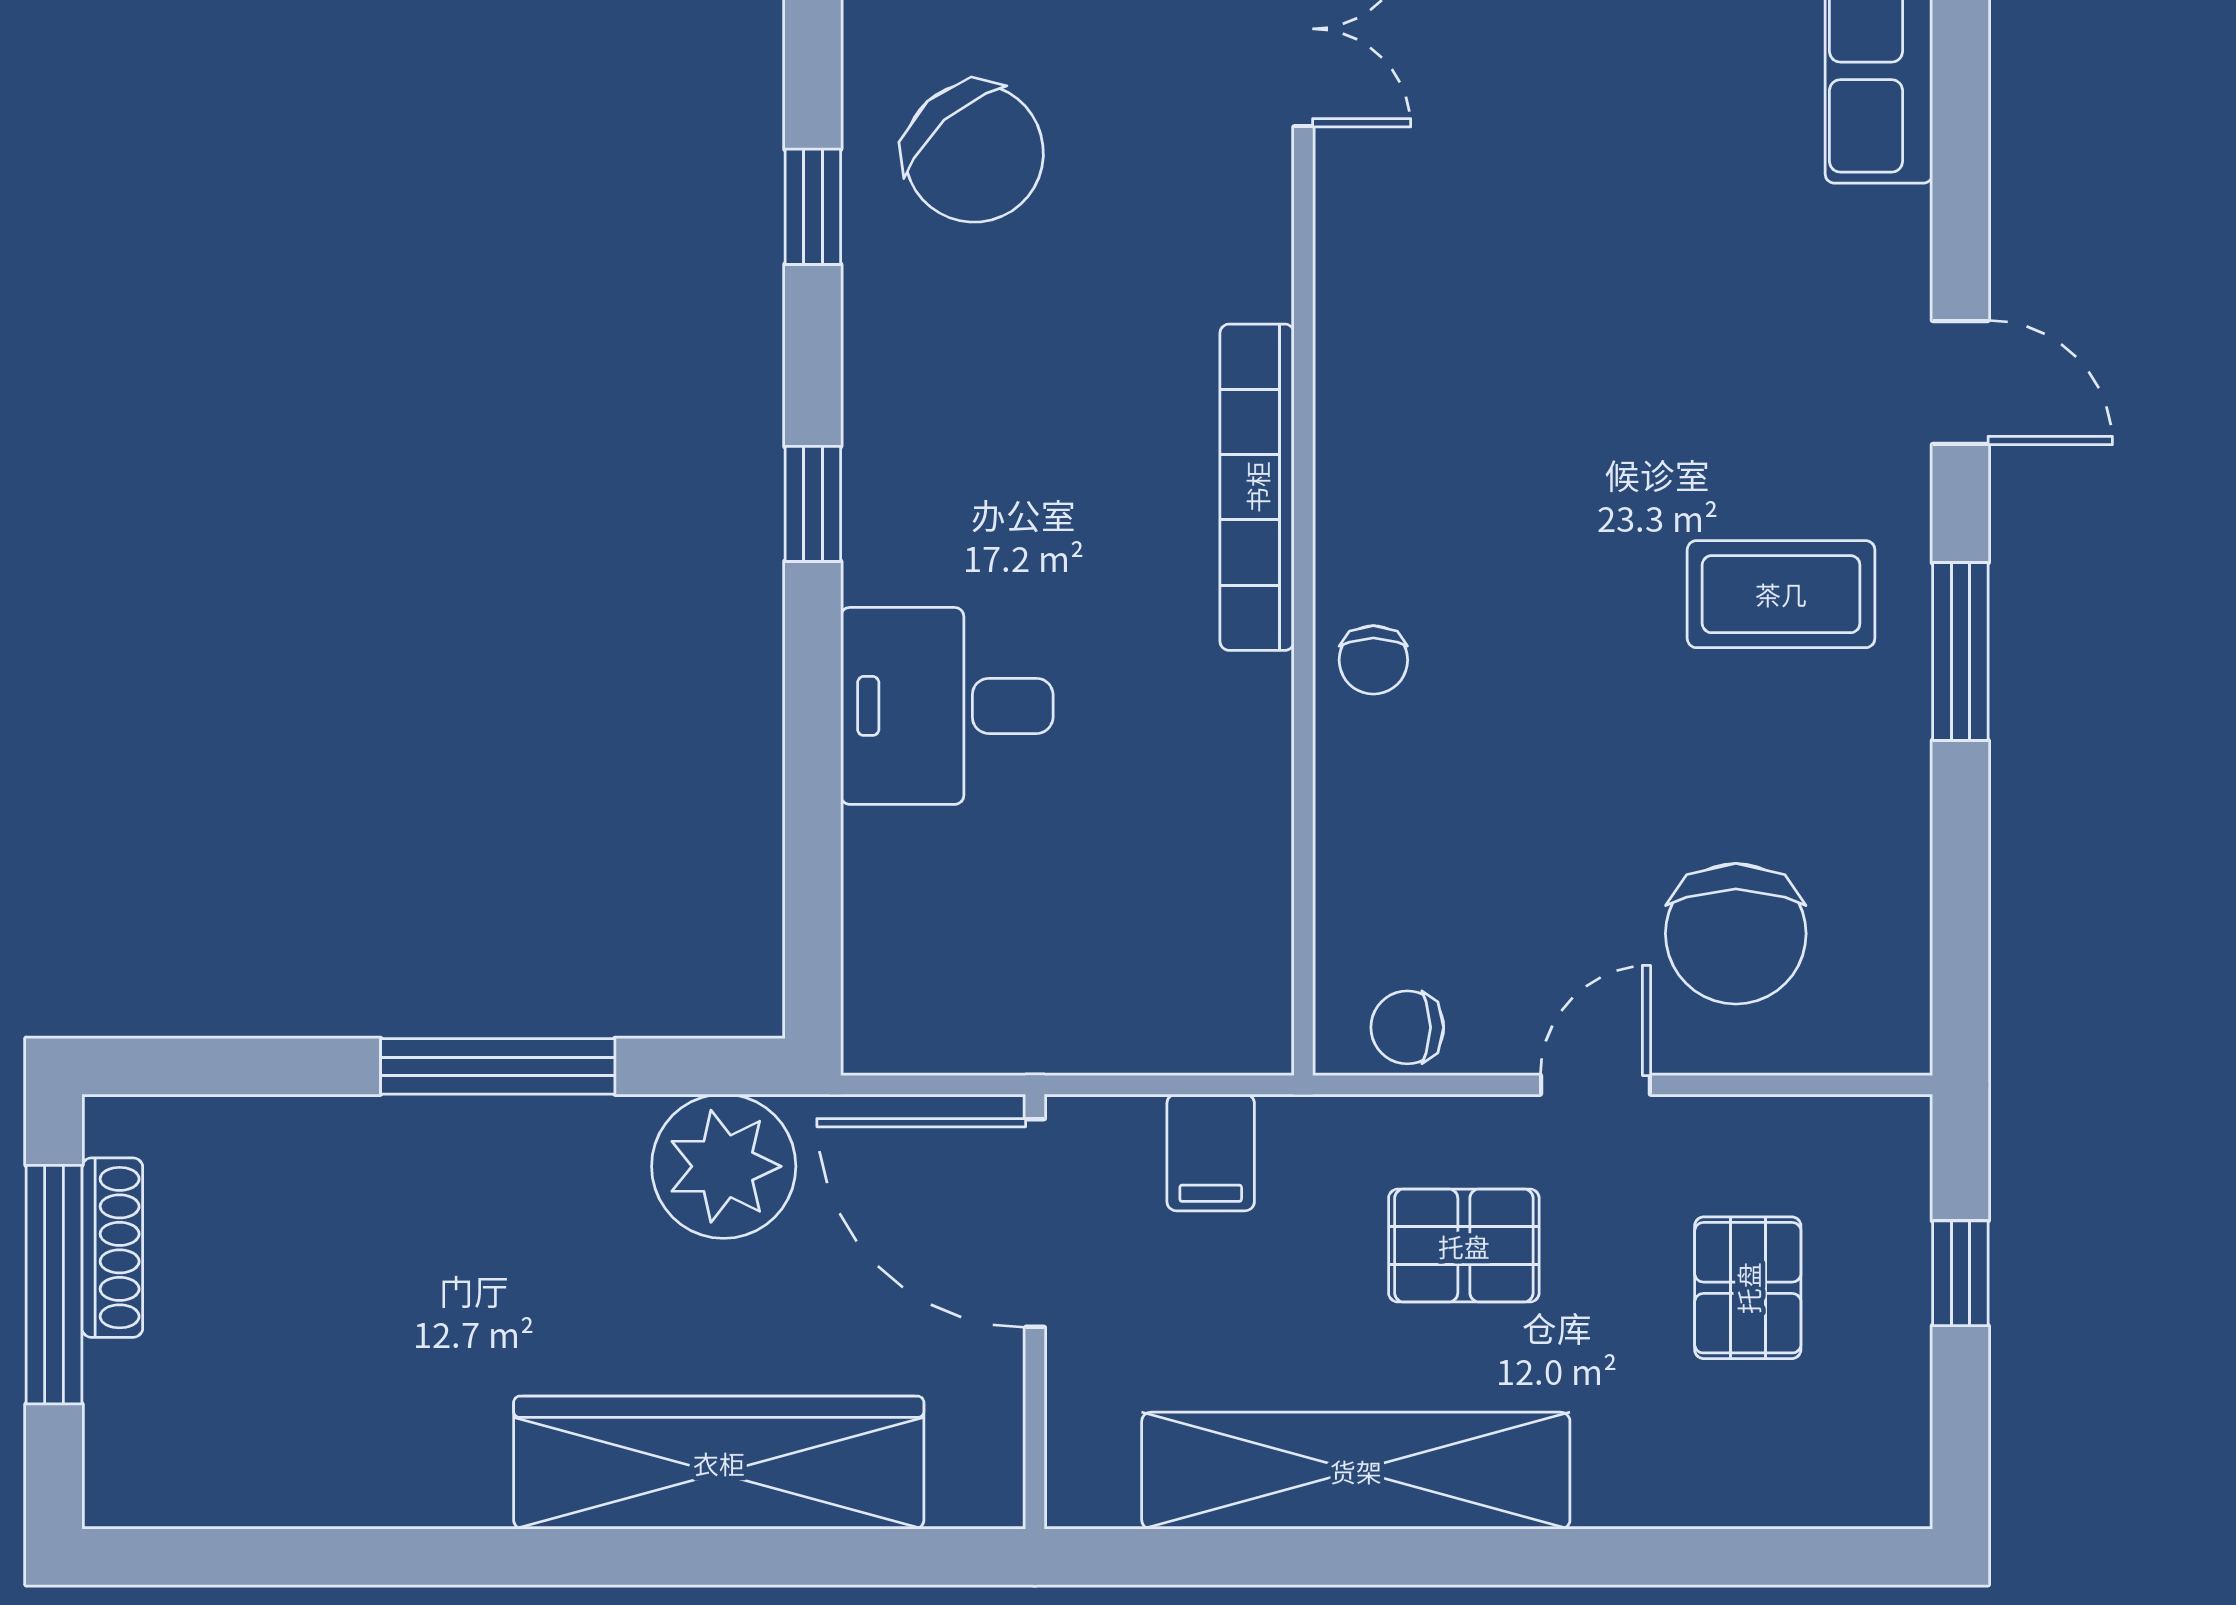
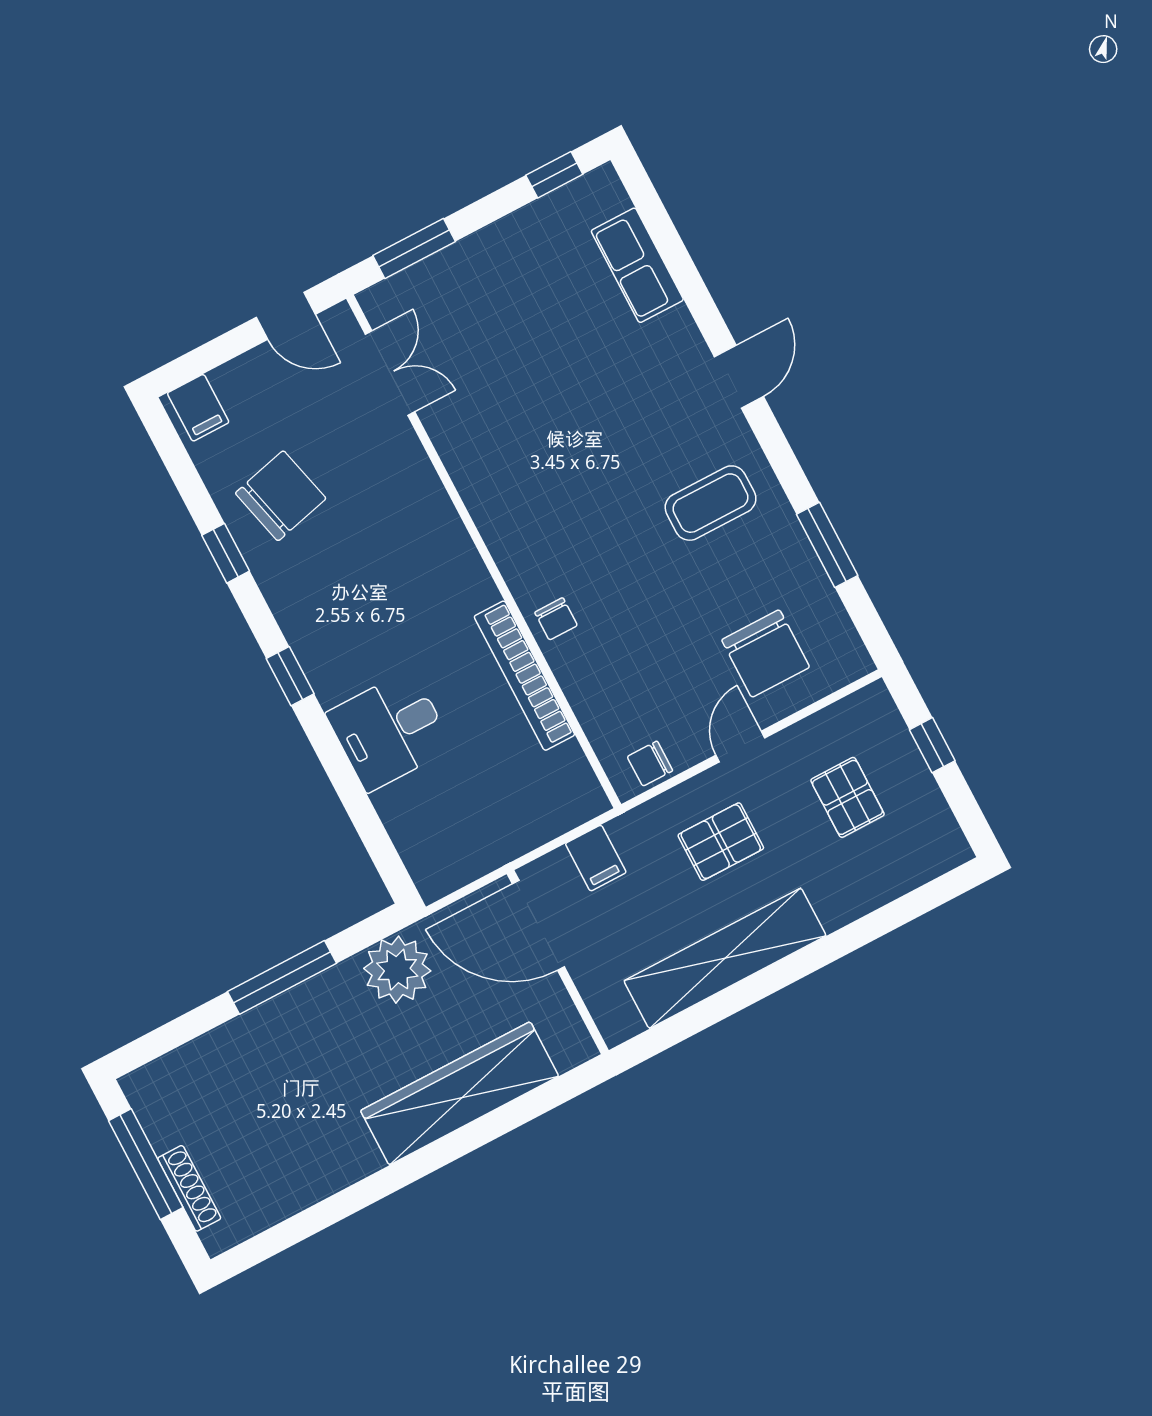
chair: (974, 153) -> (281, 496), turned -62
door: (1960, 383) -> (739, 377), hinge flipped
bookcase: (1257, 487) -> (524, 676), moved
window: (1960, 652) -> (827, 545), moved
shoe rack: (112, 1248) -> (189, 1188), moved

